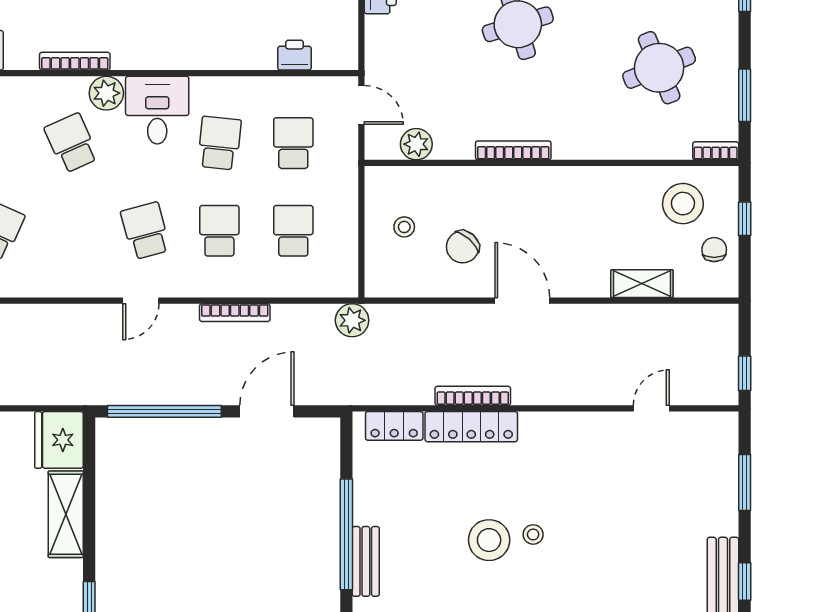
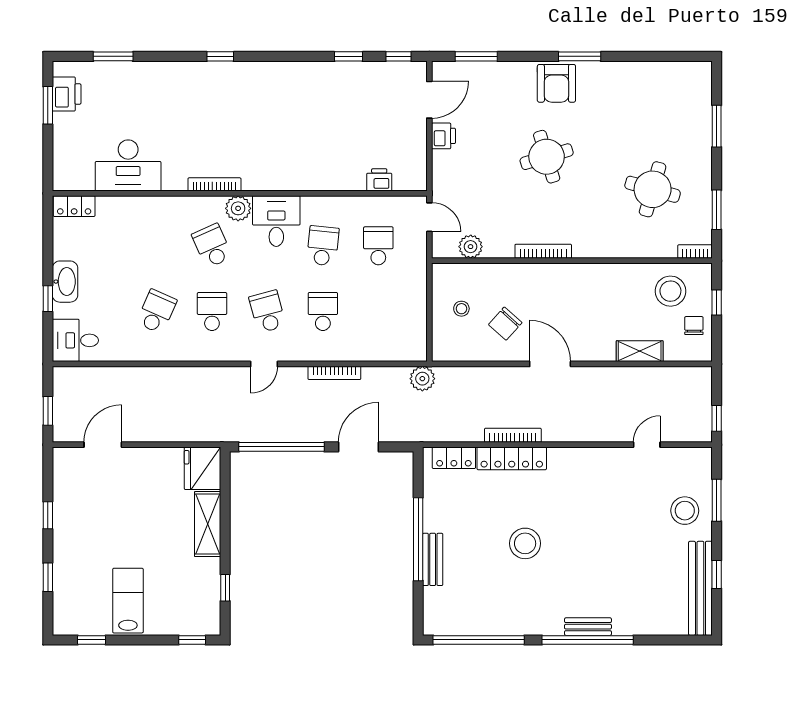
round table: (659, 68) -> (653, 189), turned 38
school desk: (293, 231) -> (212, 312), moved
stool: (533, 534) -> (685, 511), moved, width x1.89, depth x1.89

